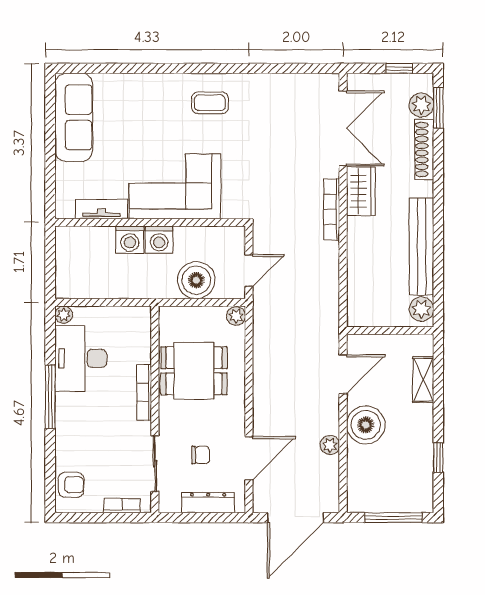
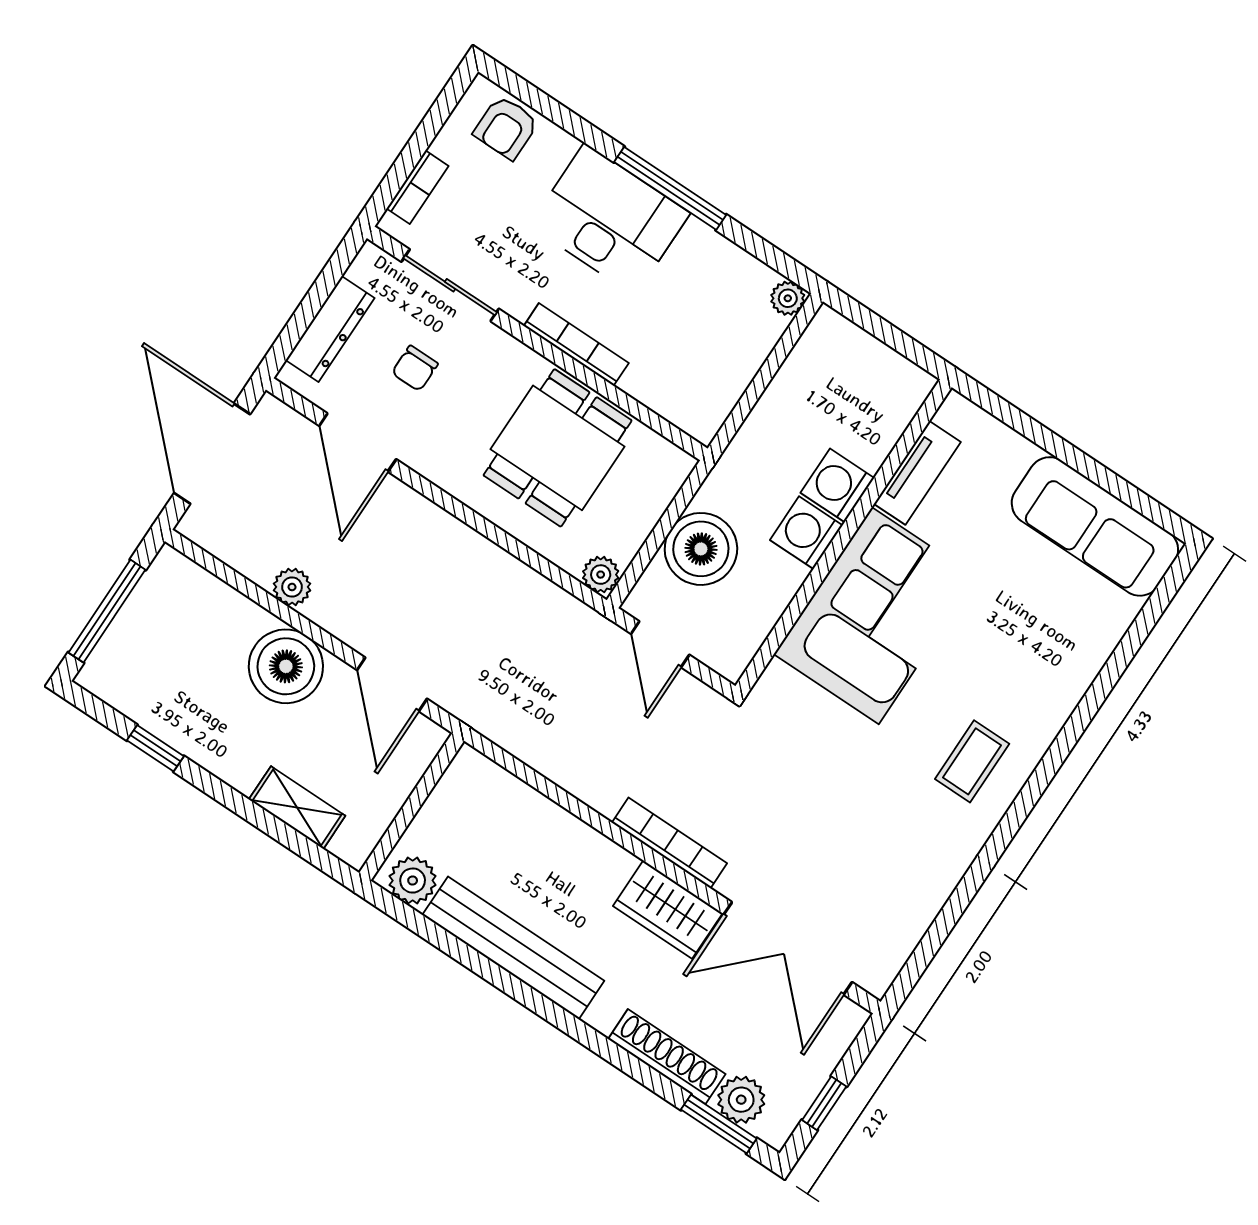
desk: (81, 358) -> (610, 219), moved

